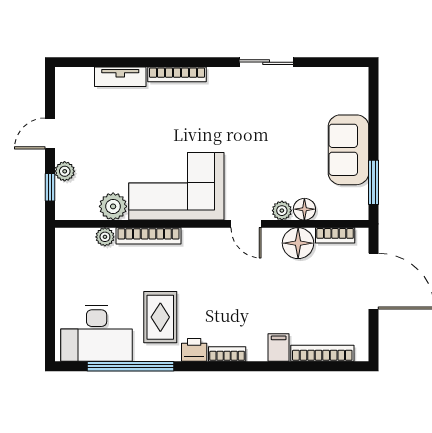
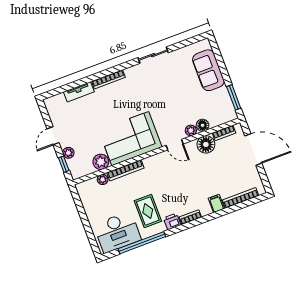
sofa: (348, 150) -> (208, 70), moved

